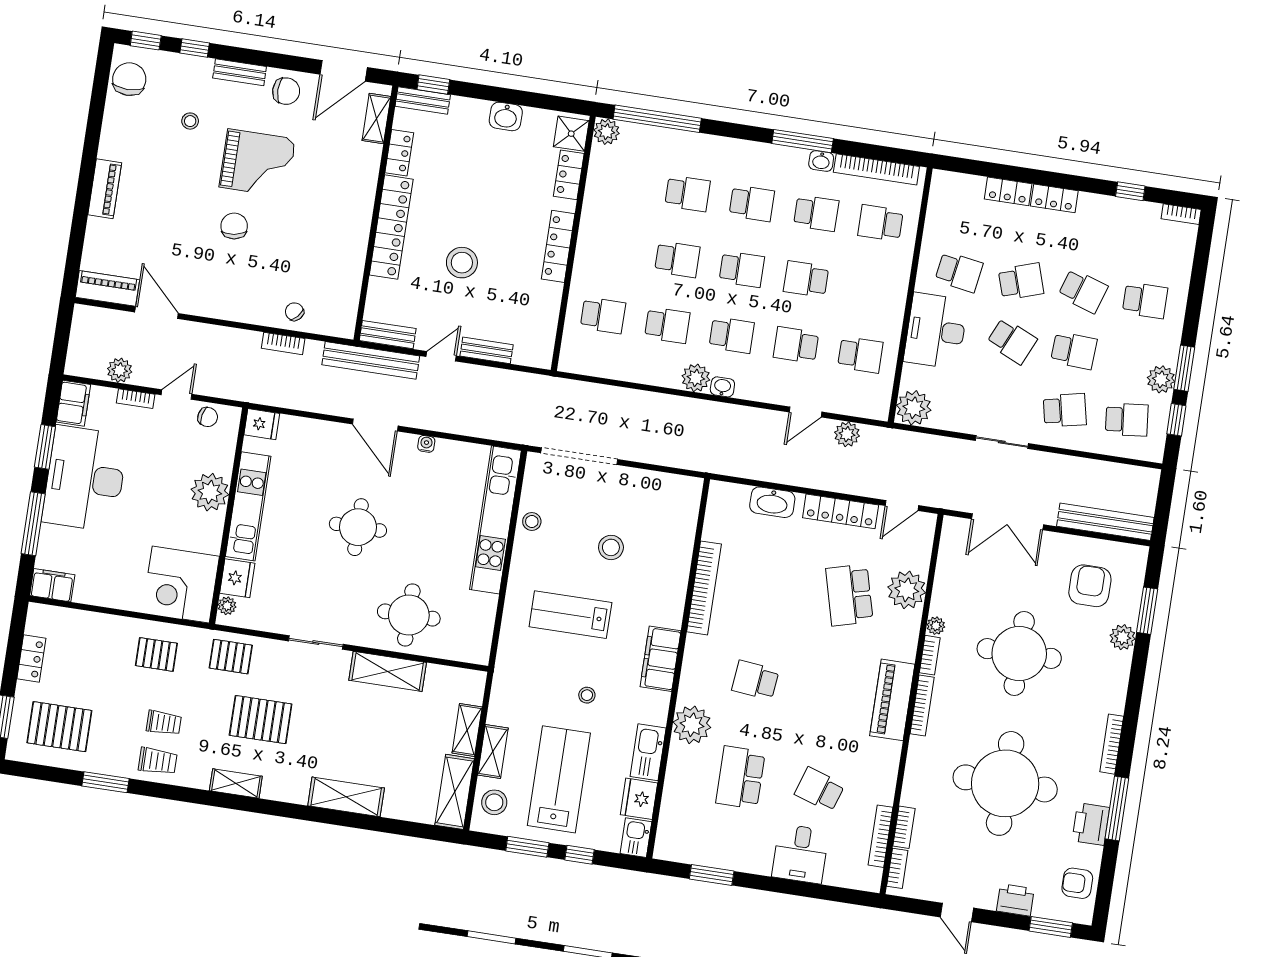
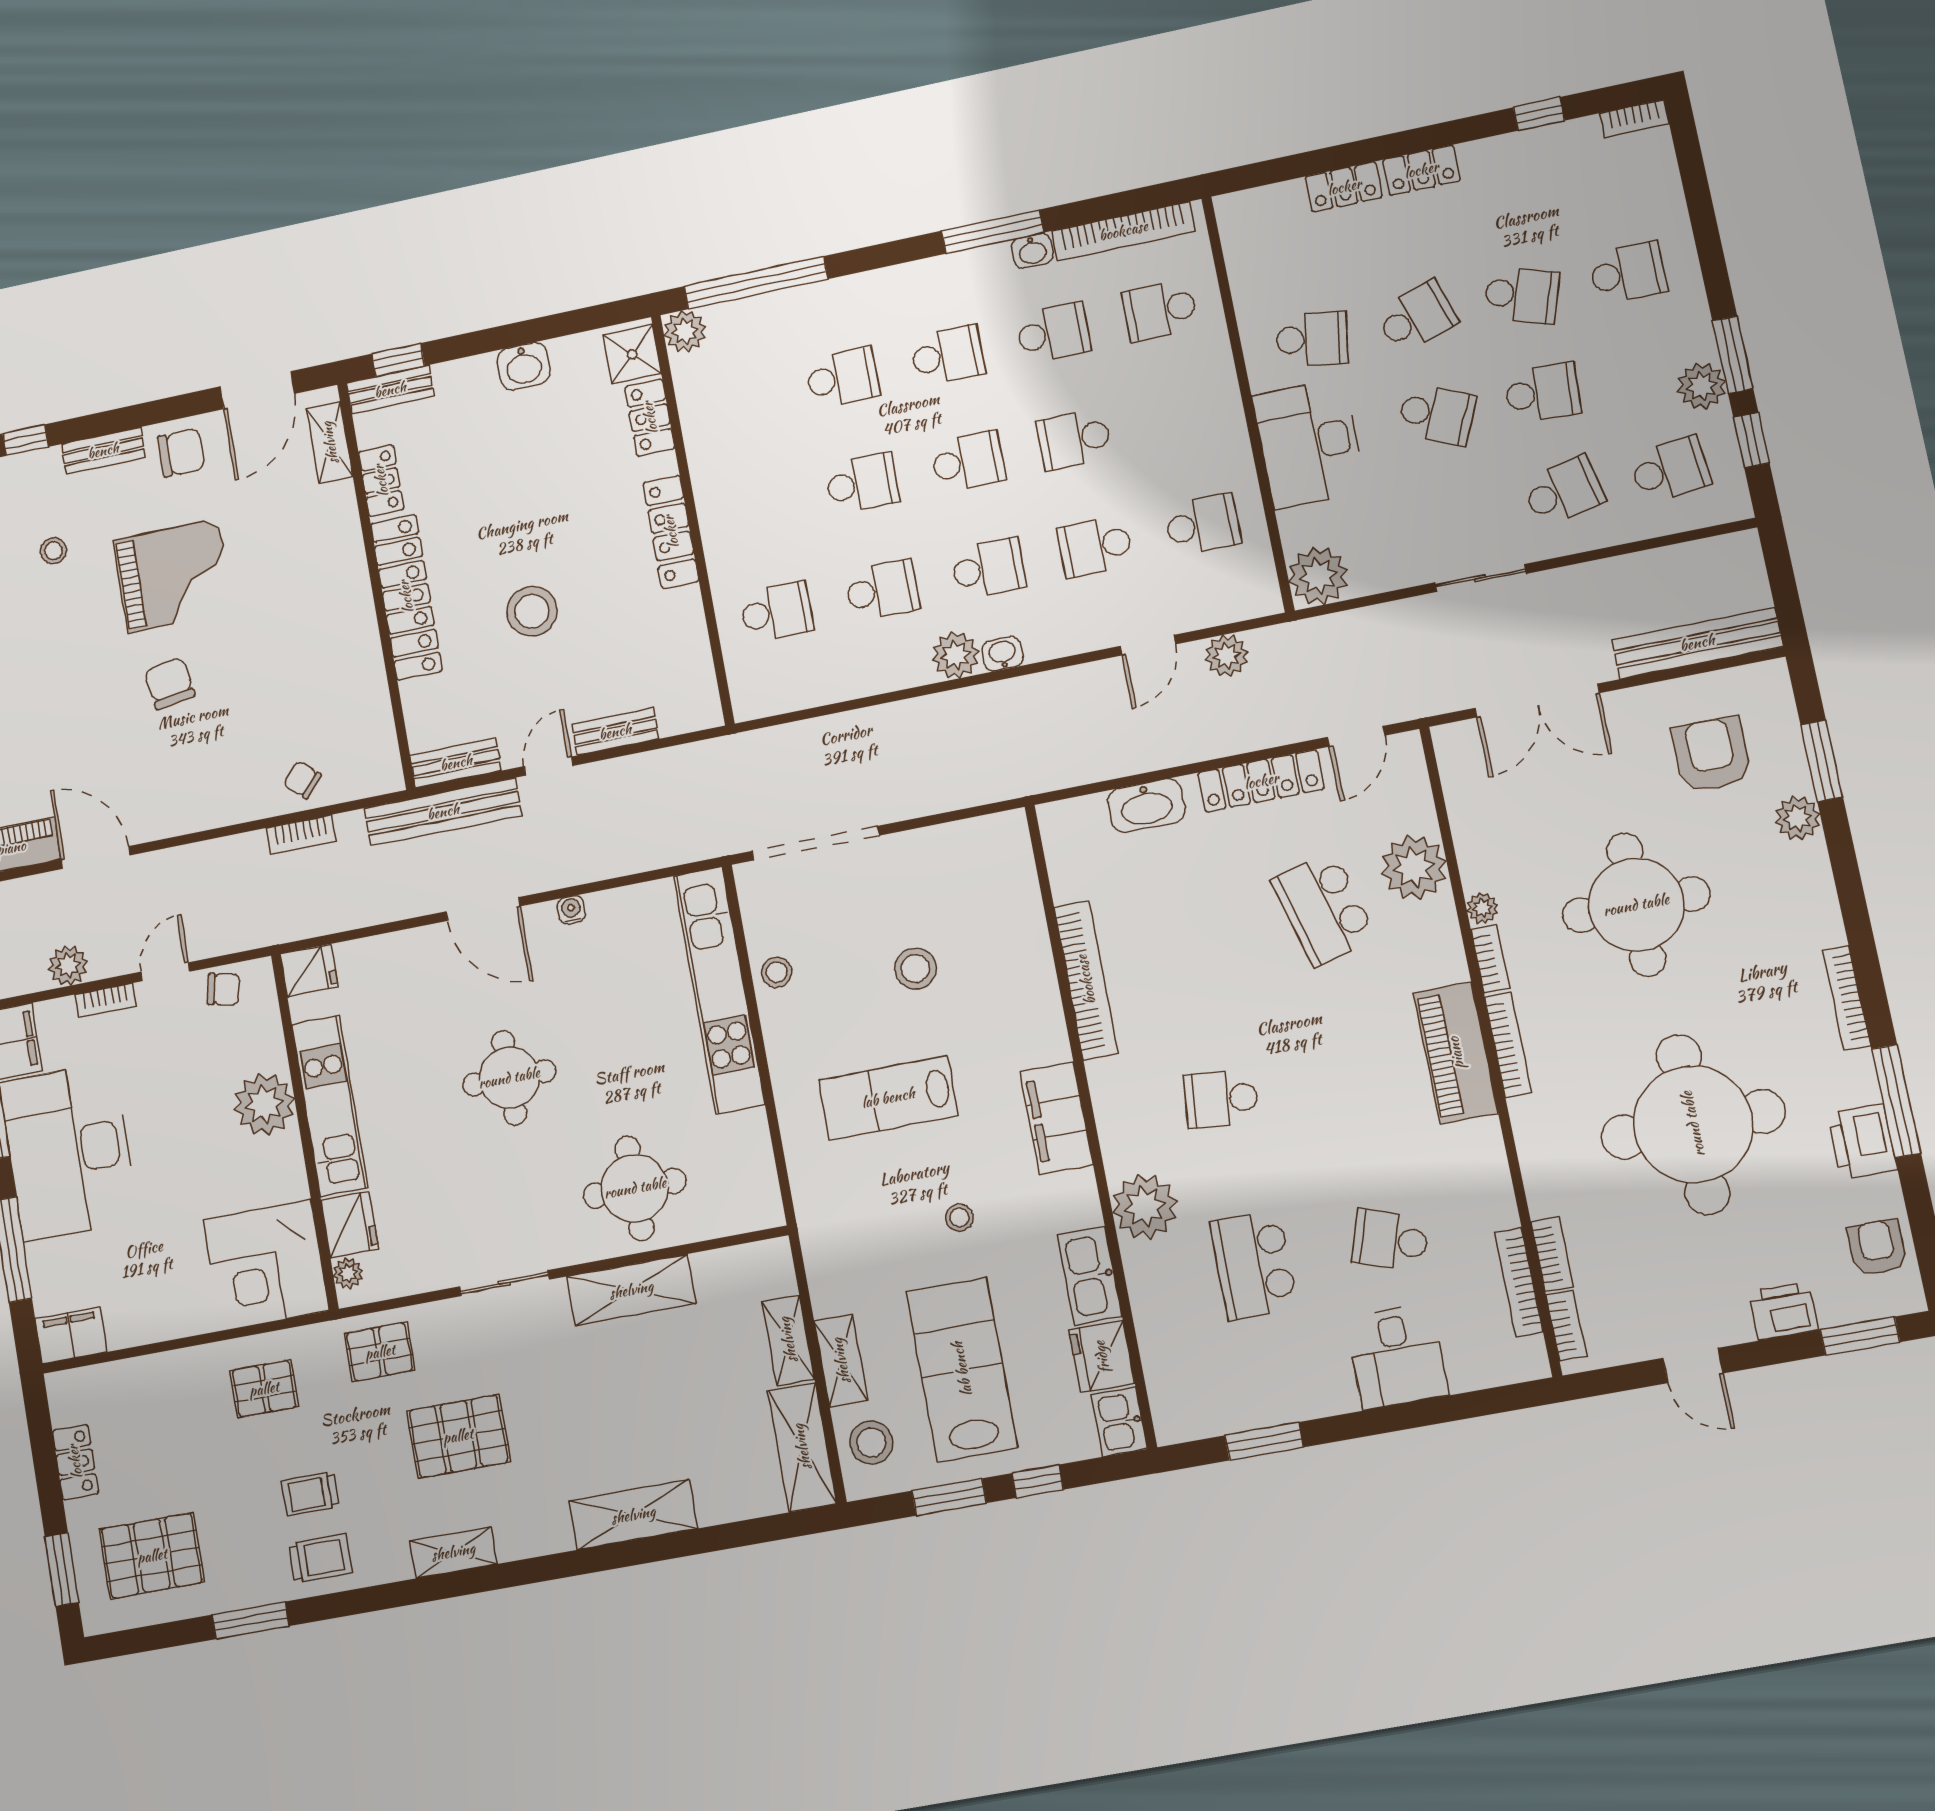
trolley: (164, 723) -> (310, 1494), turned 180
armchair: (1077, 883) -> (1877, 1248), turned 90

